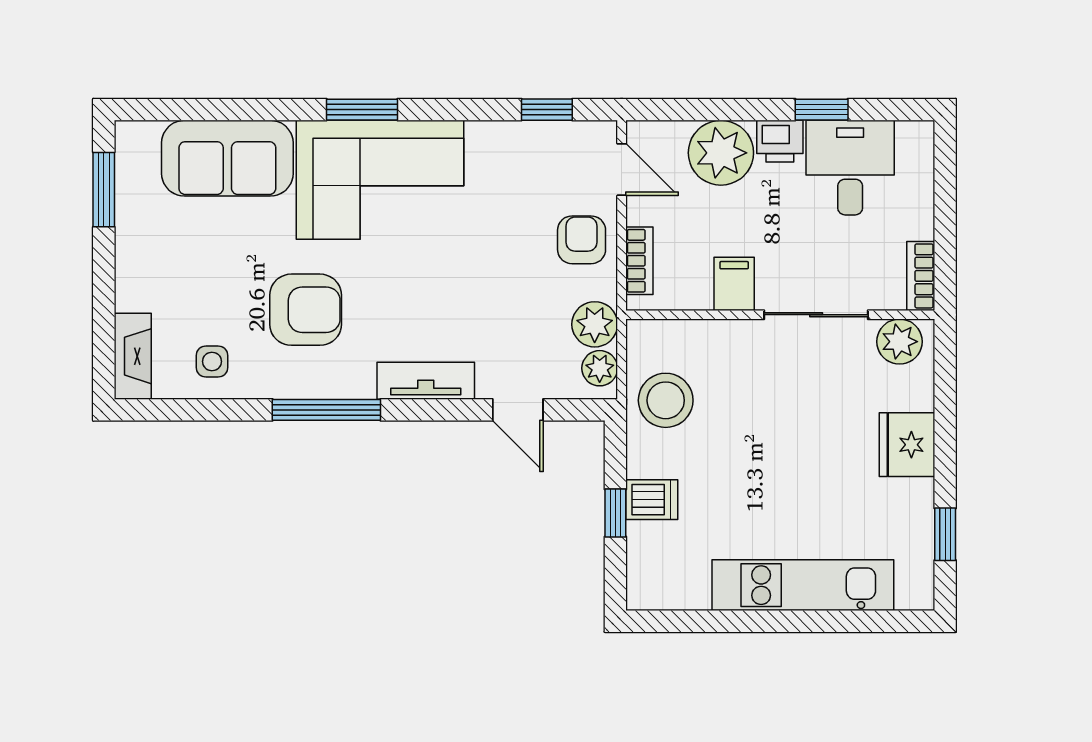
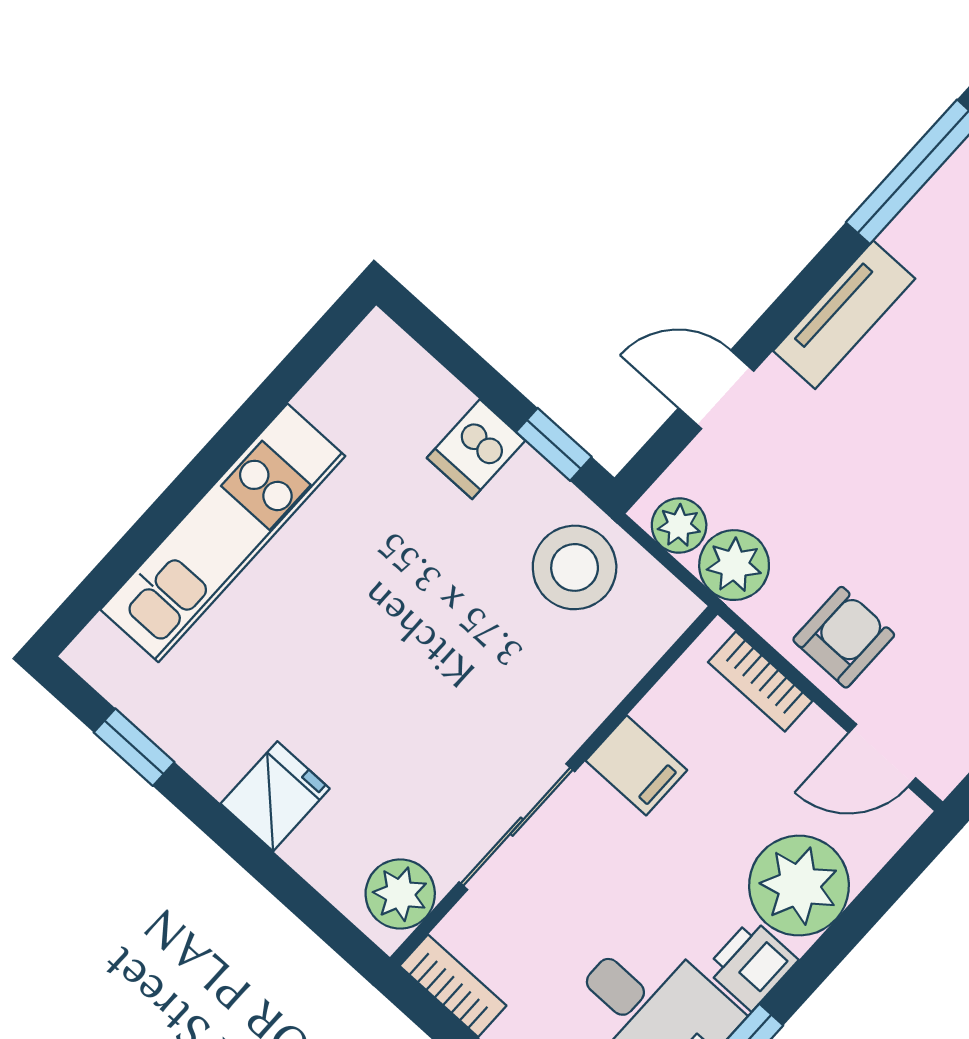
armchair: (582, 240) -> (844, 637), turned -90
fridge: (907, 445) -> (275, 796), width x0.72
window: (615, 513) -> (554, 444), moved

